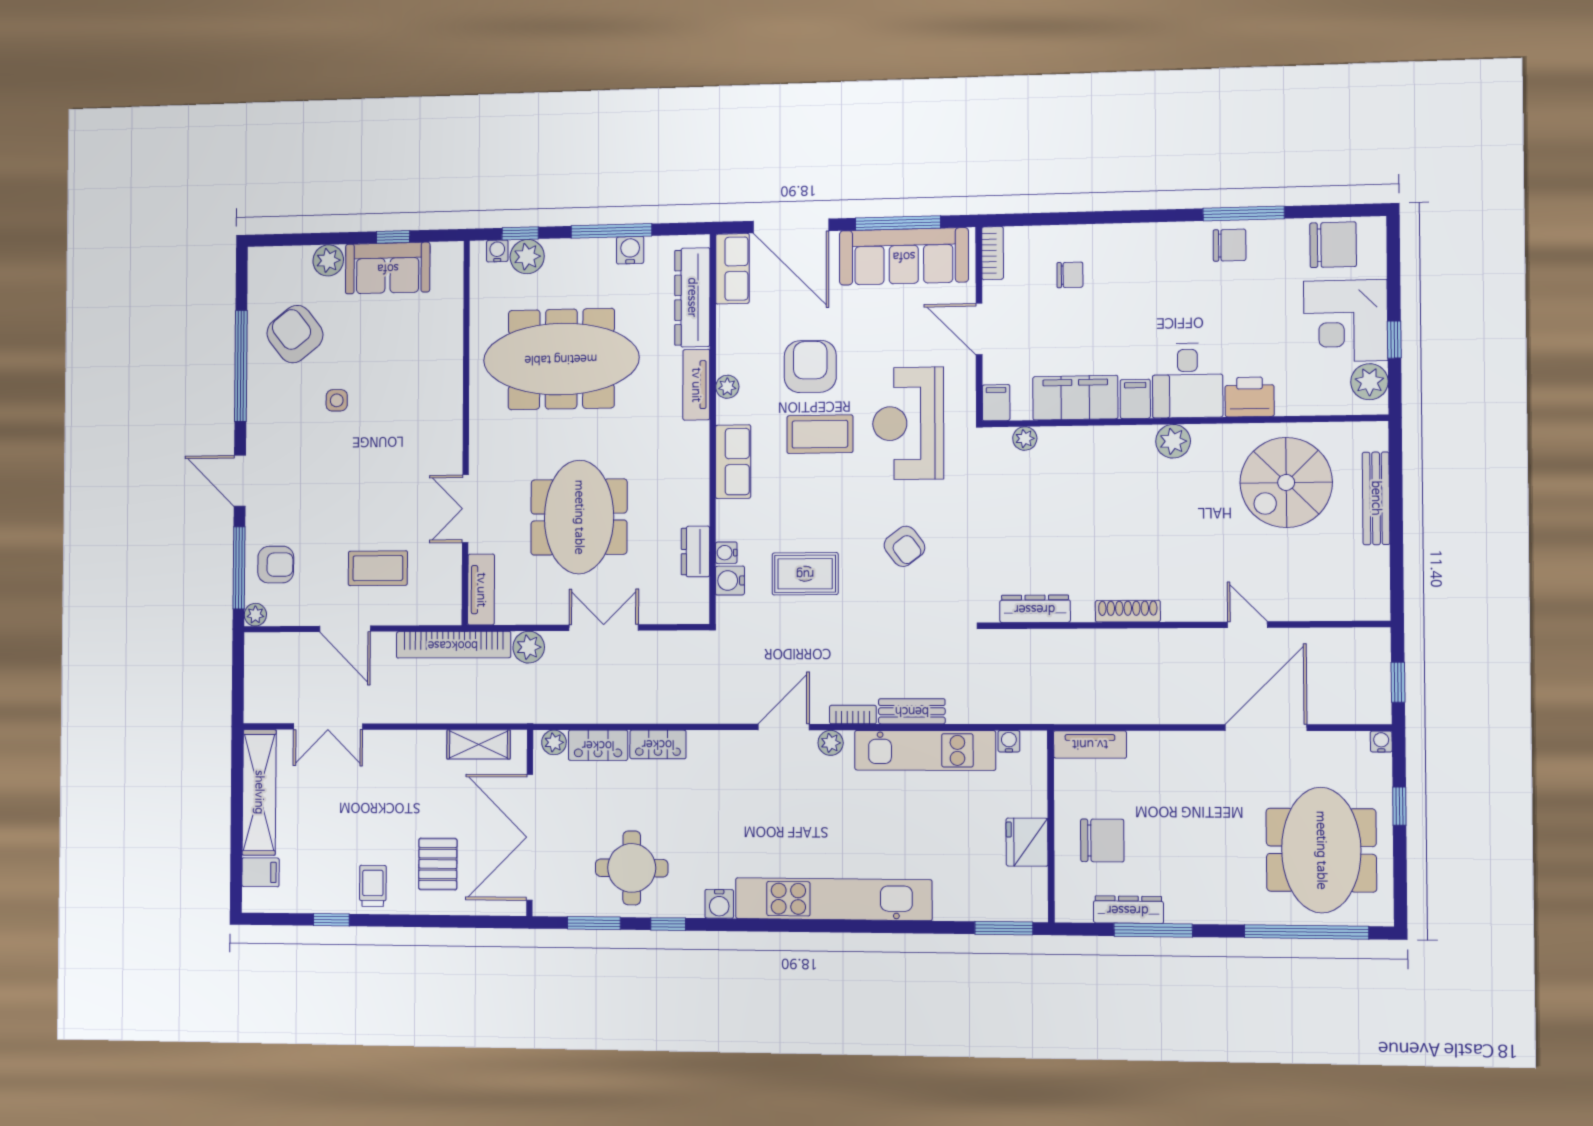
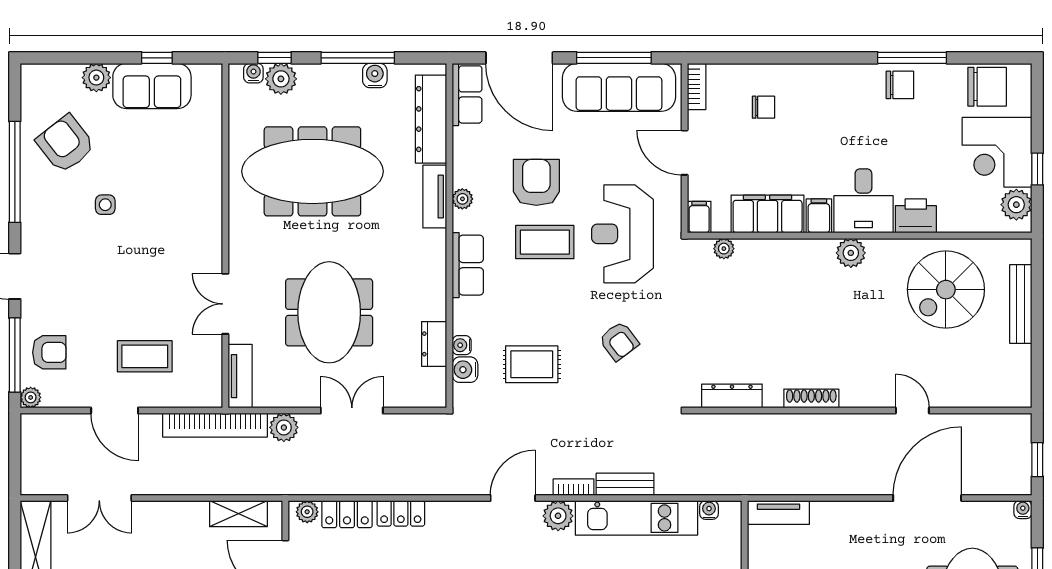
plant: (831, 743) -> (558, 516), width x1.38, depth x1.38

